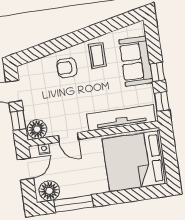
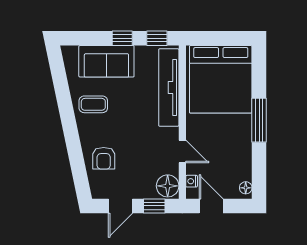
armchair: (67, 68) -> (104, 158), moved
door: (68, 137) -> (182, 151), hinge flipped
floor lamp: (49, 191) -> (246, 188), width x0.53, depth x0.53
window: (74, 204) -> (259, 120), moved

